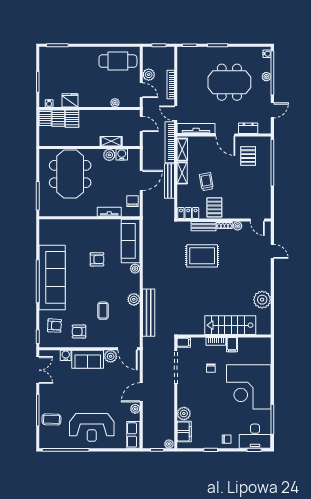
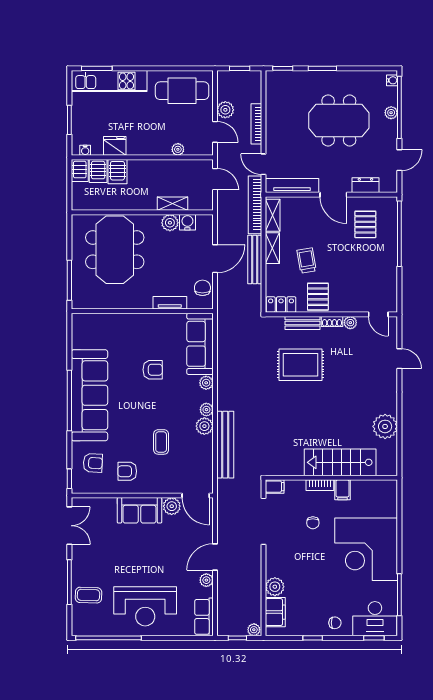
kitchen unit: (66, 54) -> (109, 81), added
plant: (135, 288) -> (206, 410), added
water cooler: (66, 355) -> (109, 505), removed

